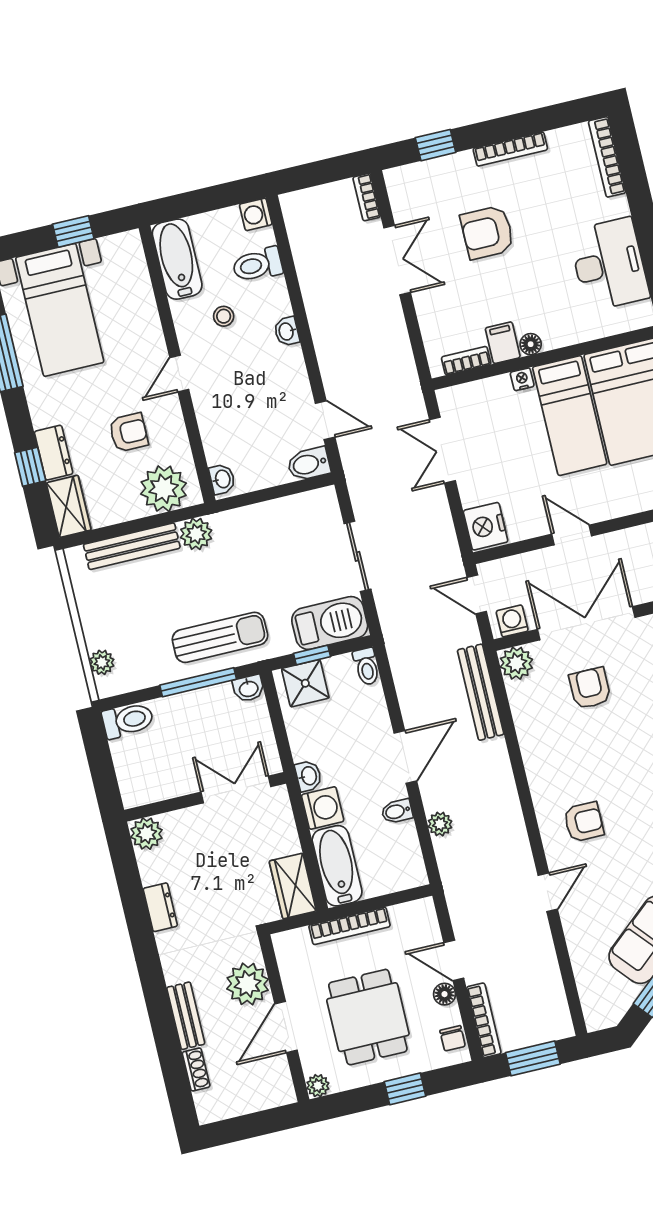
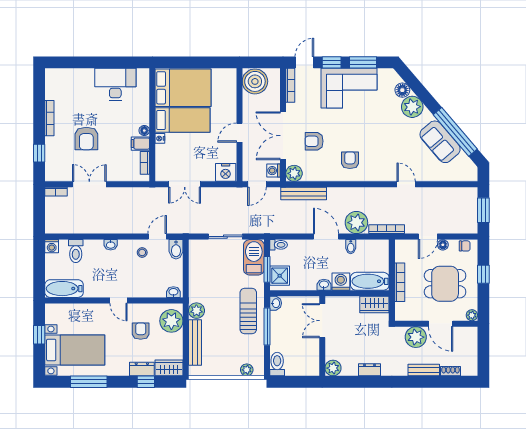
bookcase: (607, 157) -> (64, 73), removed
stool: (224, 316) -> (142, 252), moved
window: (312, 655) -> (267, 269), width x1.50
armchair: (584, 822) -> (350, 160), moved
plant: (440, 824) -> (356, 223), width x1.87, depth x1.87
bookcase: (484, 1020) -> (387, 229), moved

